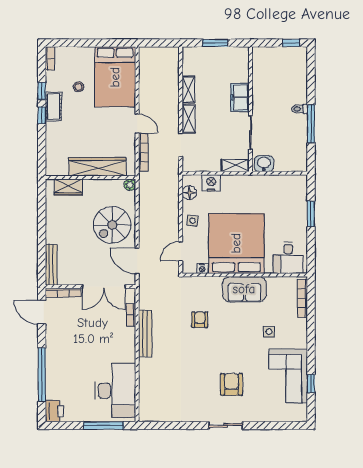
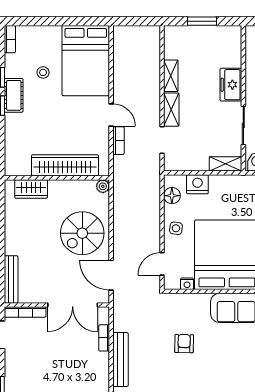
bookcase: (143, 152) -> (118, 141), width x0.64

